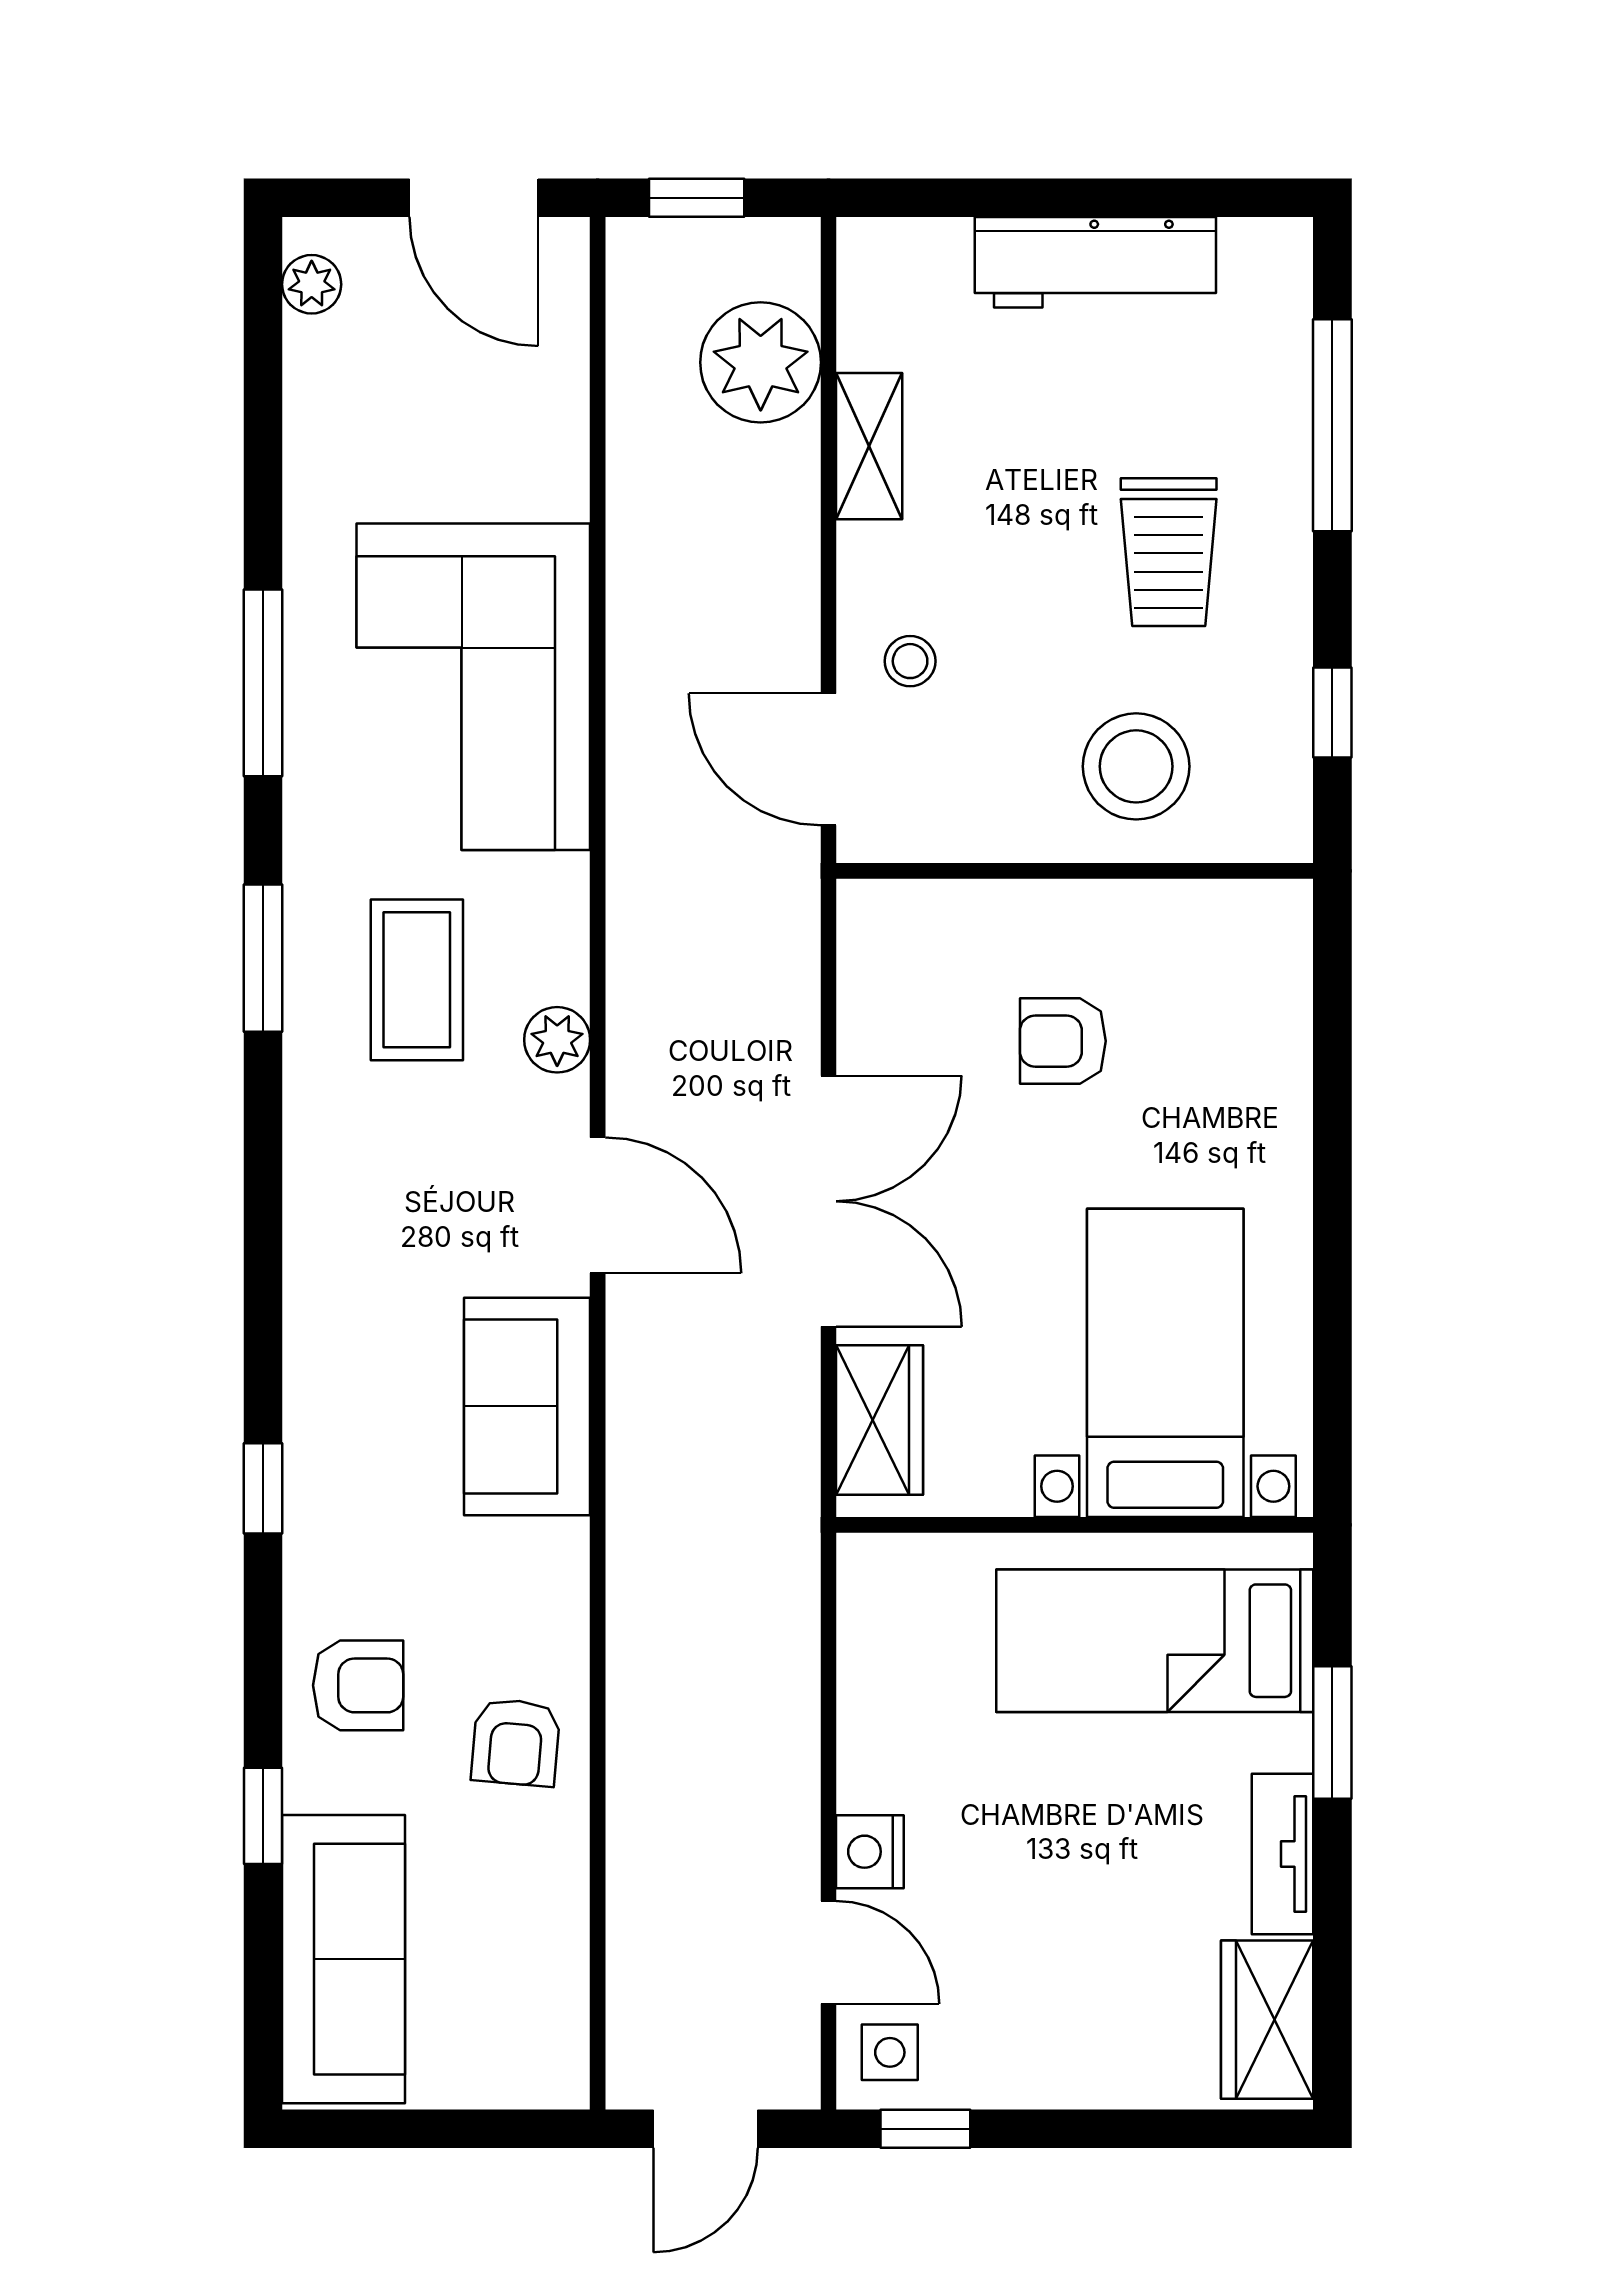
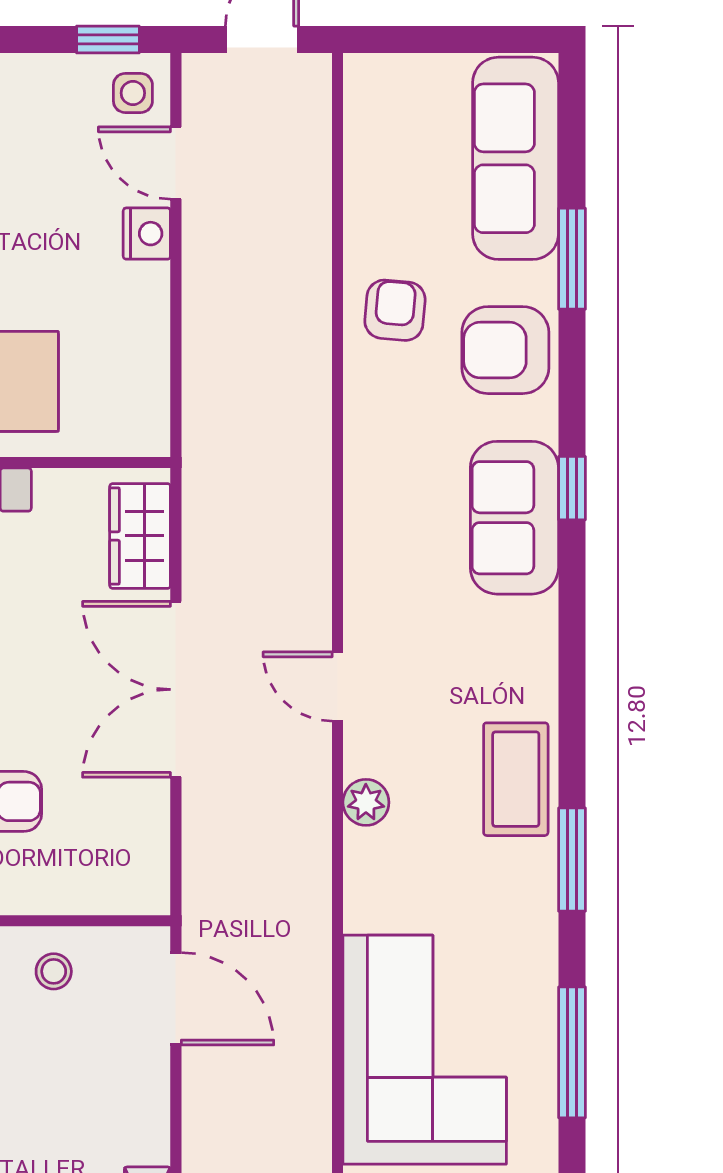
stool: (910, 661) -> (54, 971), moved
coffee table: (417, 980) -> (516, 779), moved
door: (598, 1205) -> (338, 687), width x0.73
sofa: (527, 1406) -> (514, 518), moved, turned 180
armchair: (358, 1685) -> (505, 350), width x1.38, depth x1.38
window: (263, 1816) -> (572, 259), width x1.50

